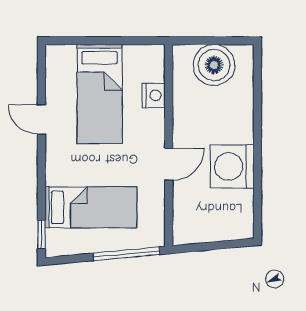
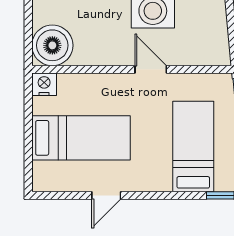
boiler: (214, 65) -> (52, 45), moved
nightstand: (154, 95) -> (44, 84), moved

